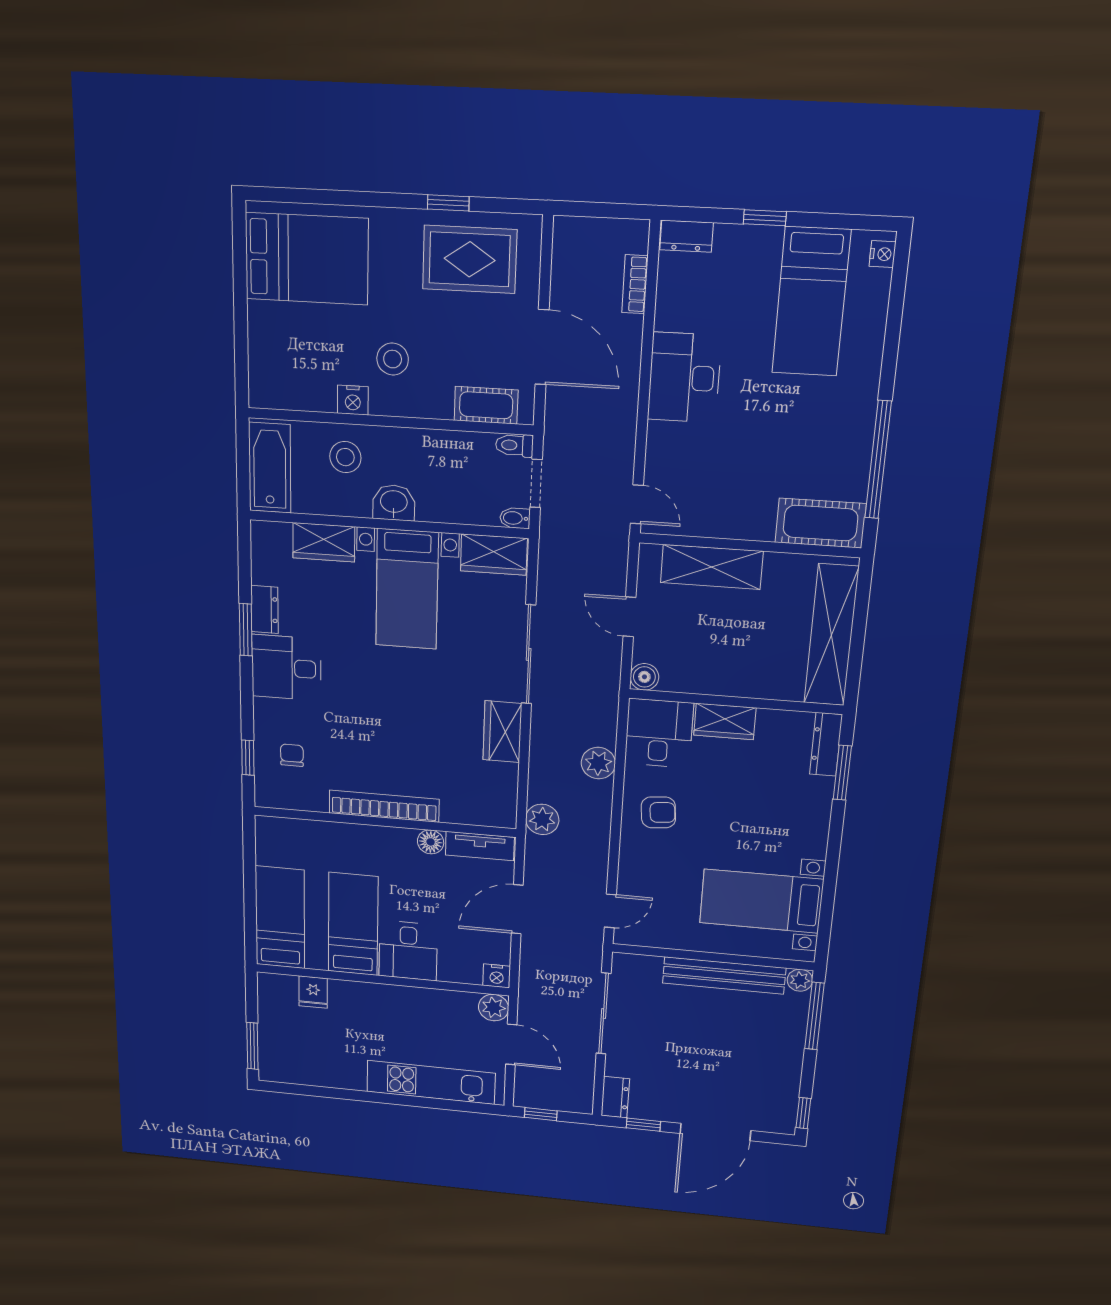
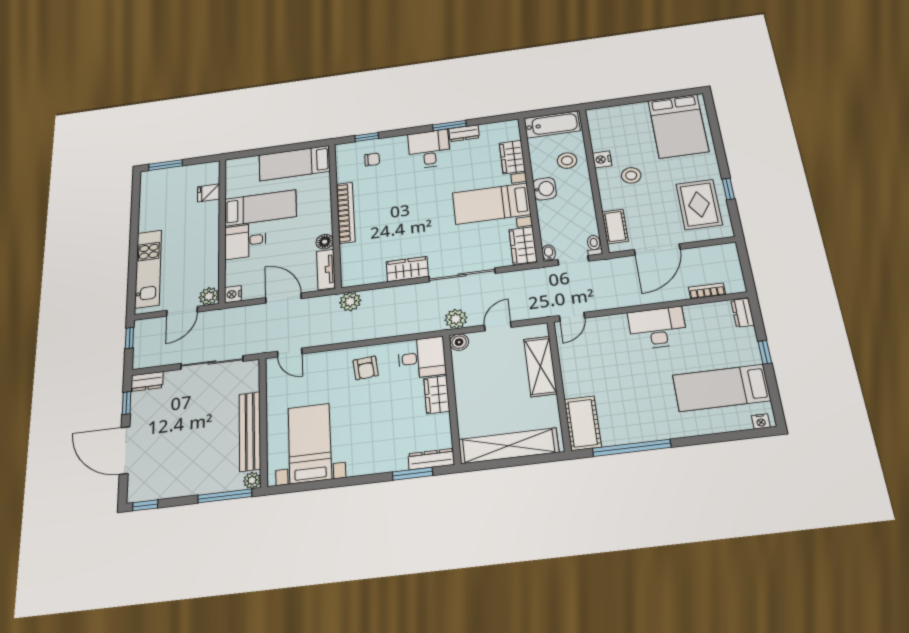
plant: (598, 763) -> (456, 319), moved
bed: (280, 918) -> (295, 163), moved, turned 180

